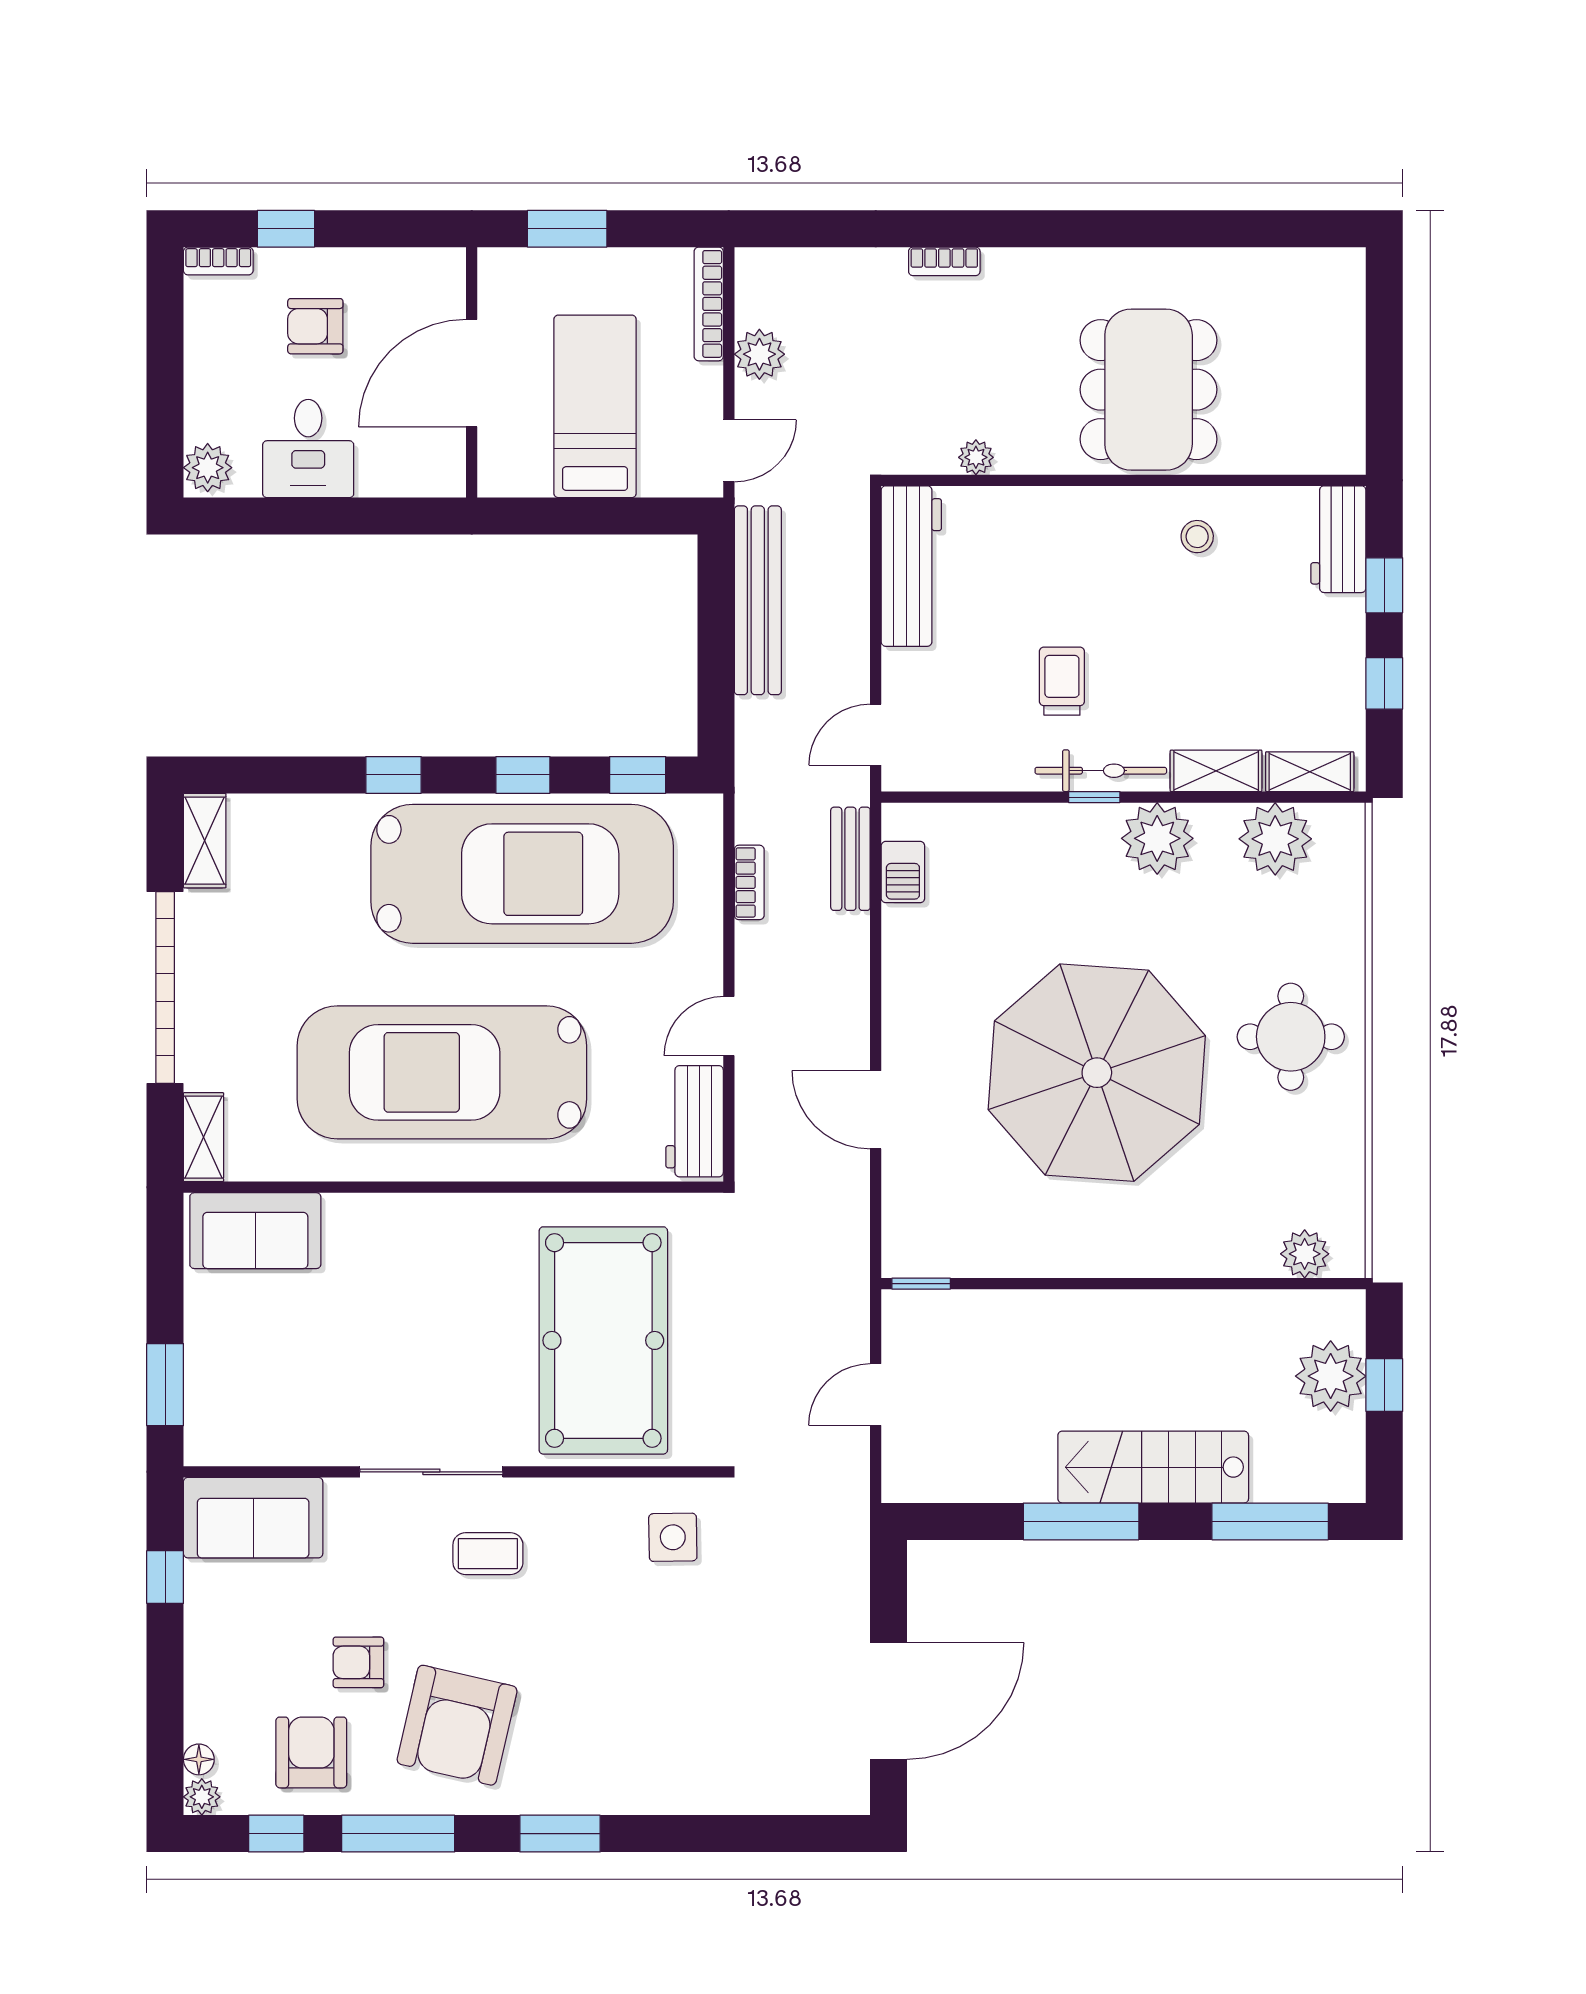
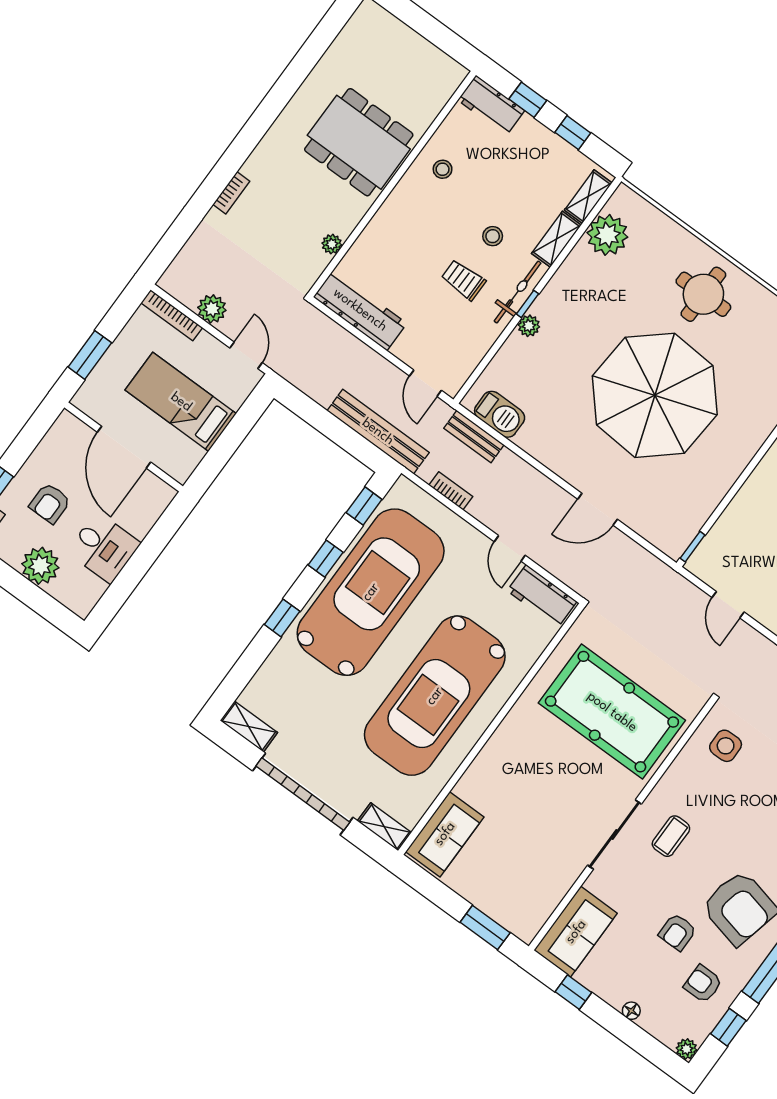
plant: (208, 468) -> (40, 566), moved, width x1.36, depth x1.36
bench: (758, 600) -> (378, 432), moved
stool: (1154, 677) -> (493, 236), added
plant: (1157, 838) -> (529, 326), moved, width x0.53, depth x0.53
barbecue: (903, 872) -> (500, 414), width x1.38, depth x1.27
armchair: (311, 1752) -> (703, 984), width x0.72, depth x0.72
floor lamp: (199, 1759) -> (631, 1011), moved

